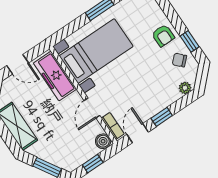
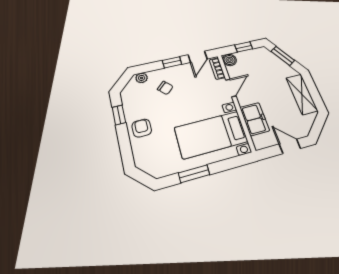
chair: (179, 60) -> (165, 88), moved
freezer: (55, 76) -> (255, 119), width x0.71

